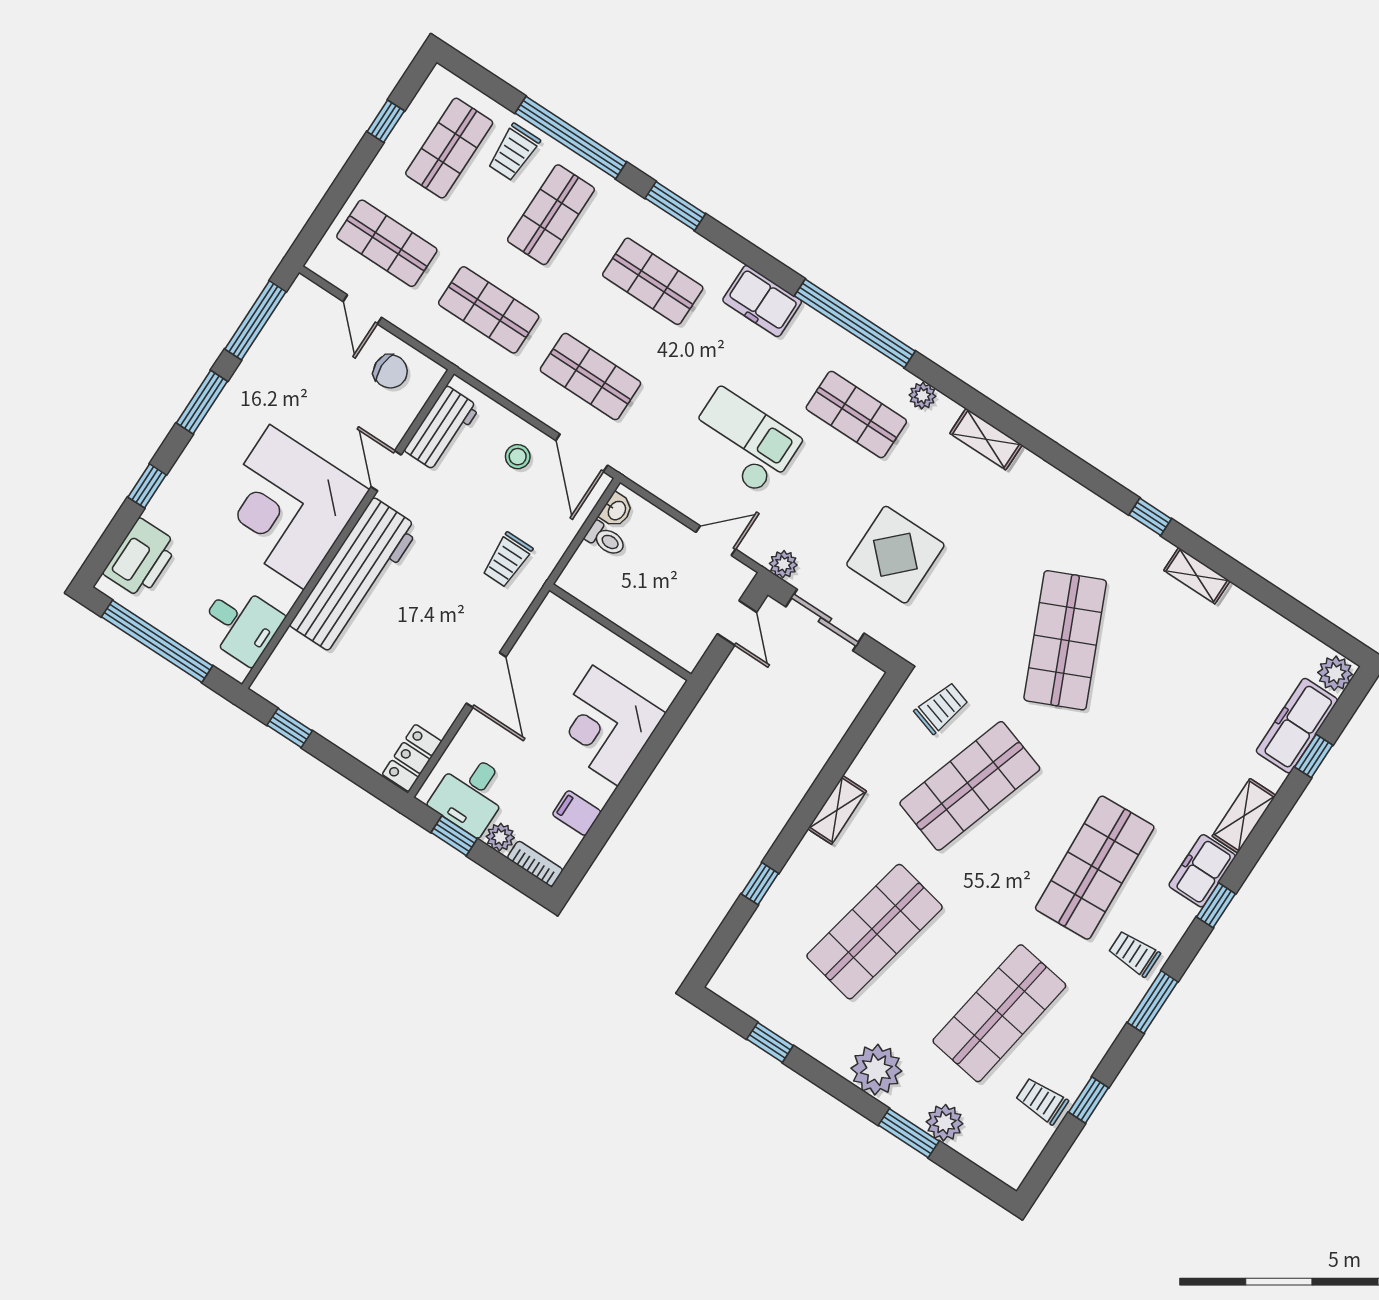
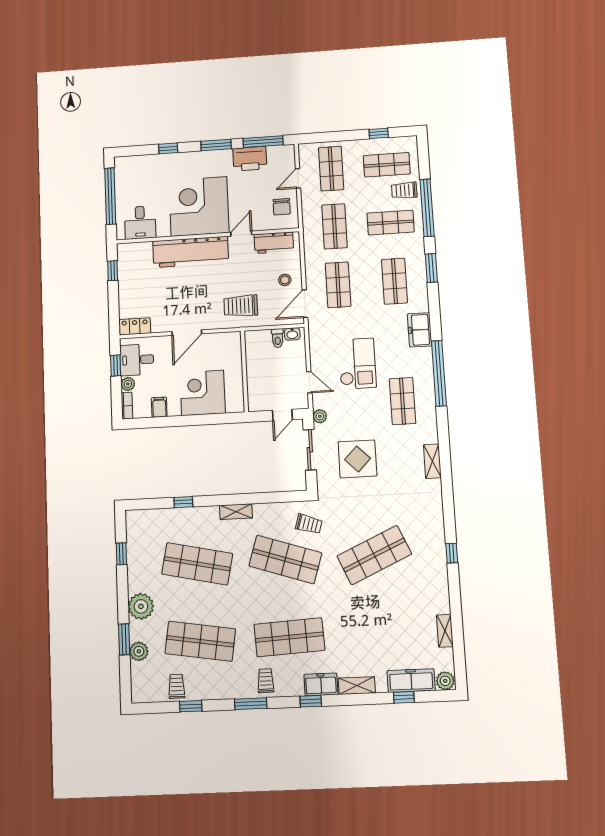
plant: (922, 396) -> (430, 422), removed
printer: (141, 558) -> (250, 159), moved
trolley: (507, 560) -> (241, 306), width x1.36, depth x1.39
shelving: (1197, 576) -> (445, 631), moved

